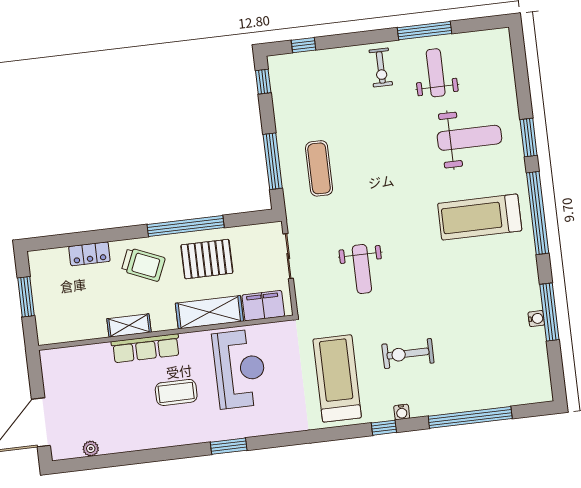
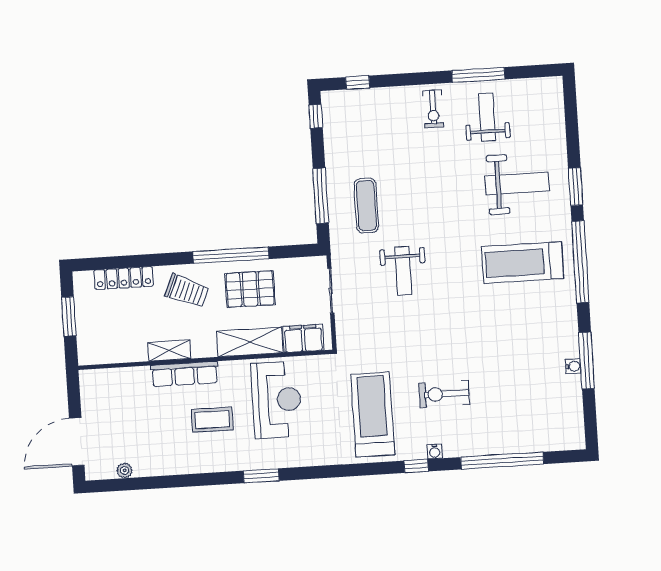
locker: (89, 254) -> (124, 278), width x1.53
weight bench: (362, 269) -> (403, 271), moved

